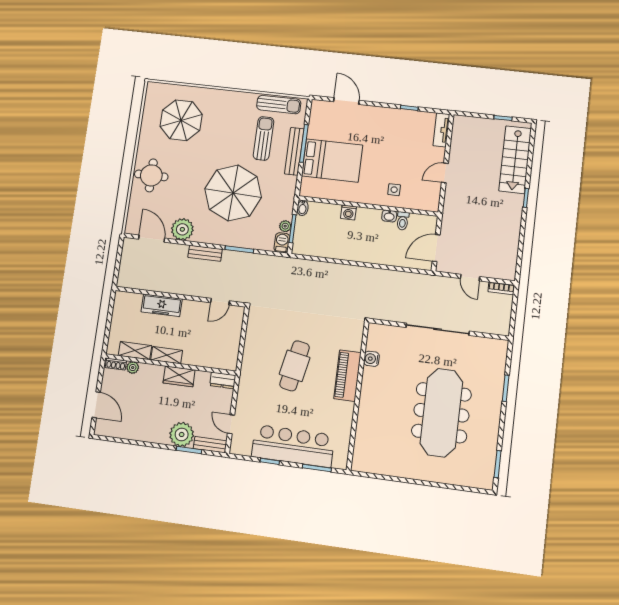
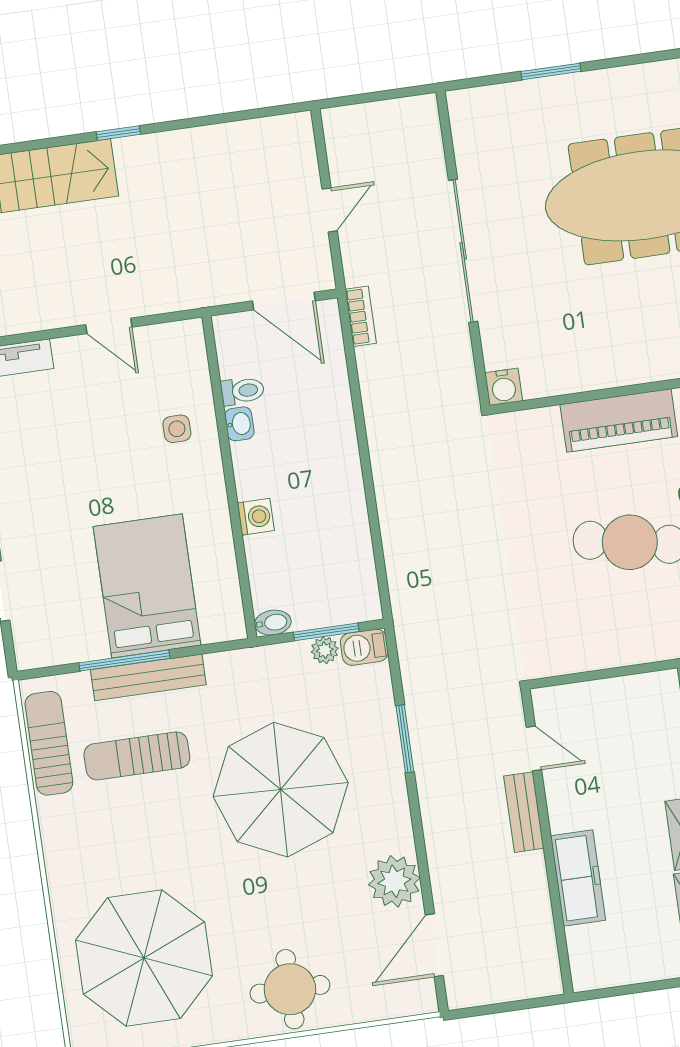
parasol: (181, 120) -> (144, 958), width x1.36, depth x1.36
bench: (205, 253) -> (524, 812), moved
bookcase: (501, 288) -> (361, 316), moved
water cooler: (371, 359) -> (504, 387), moved

